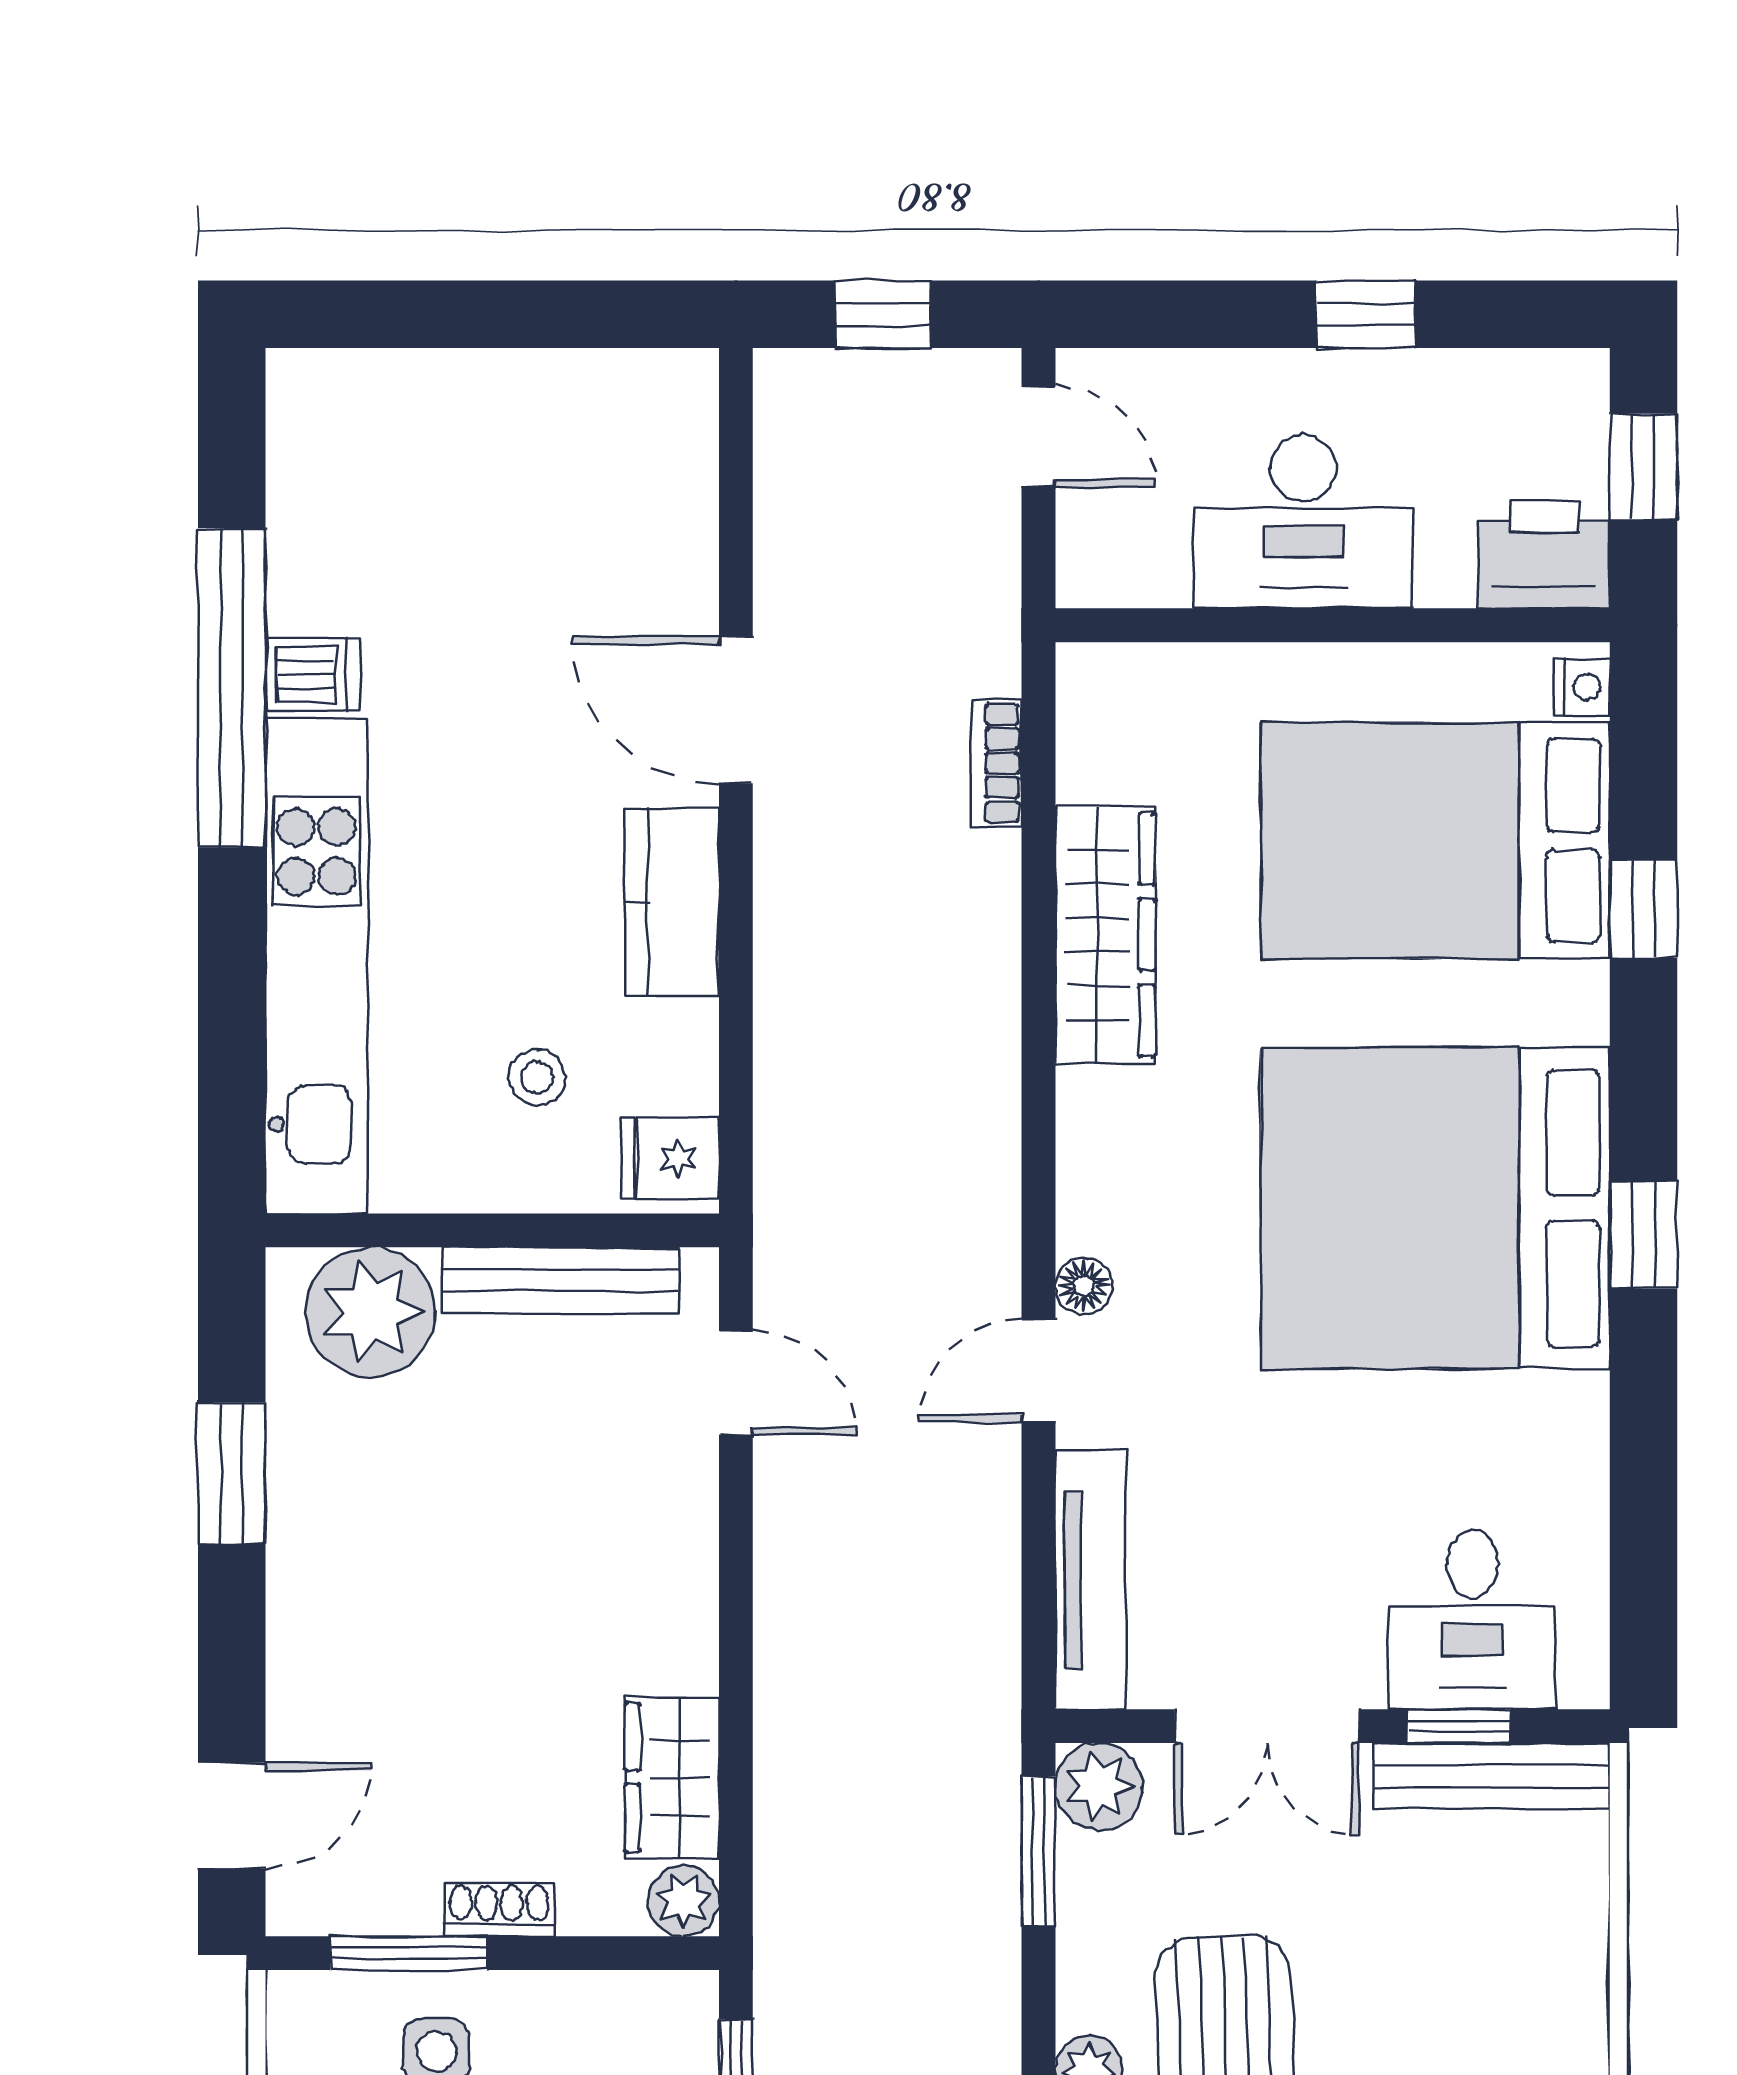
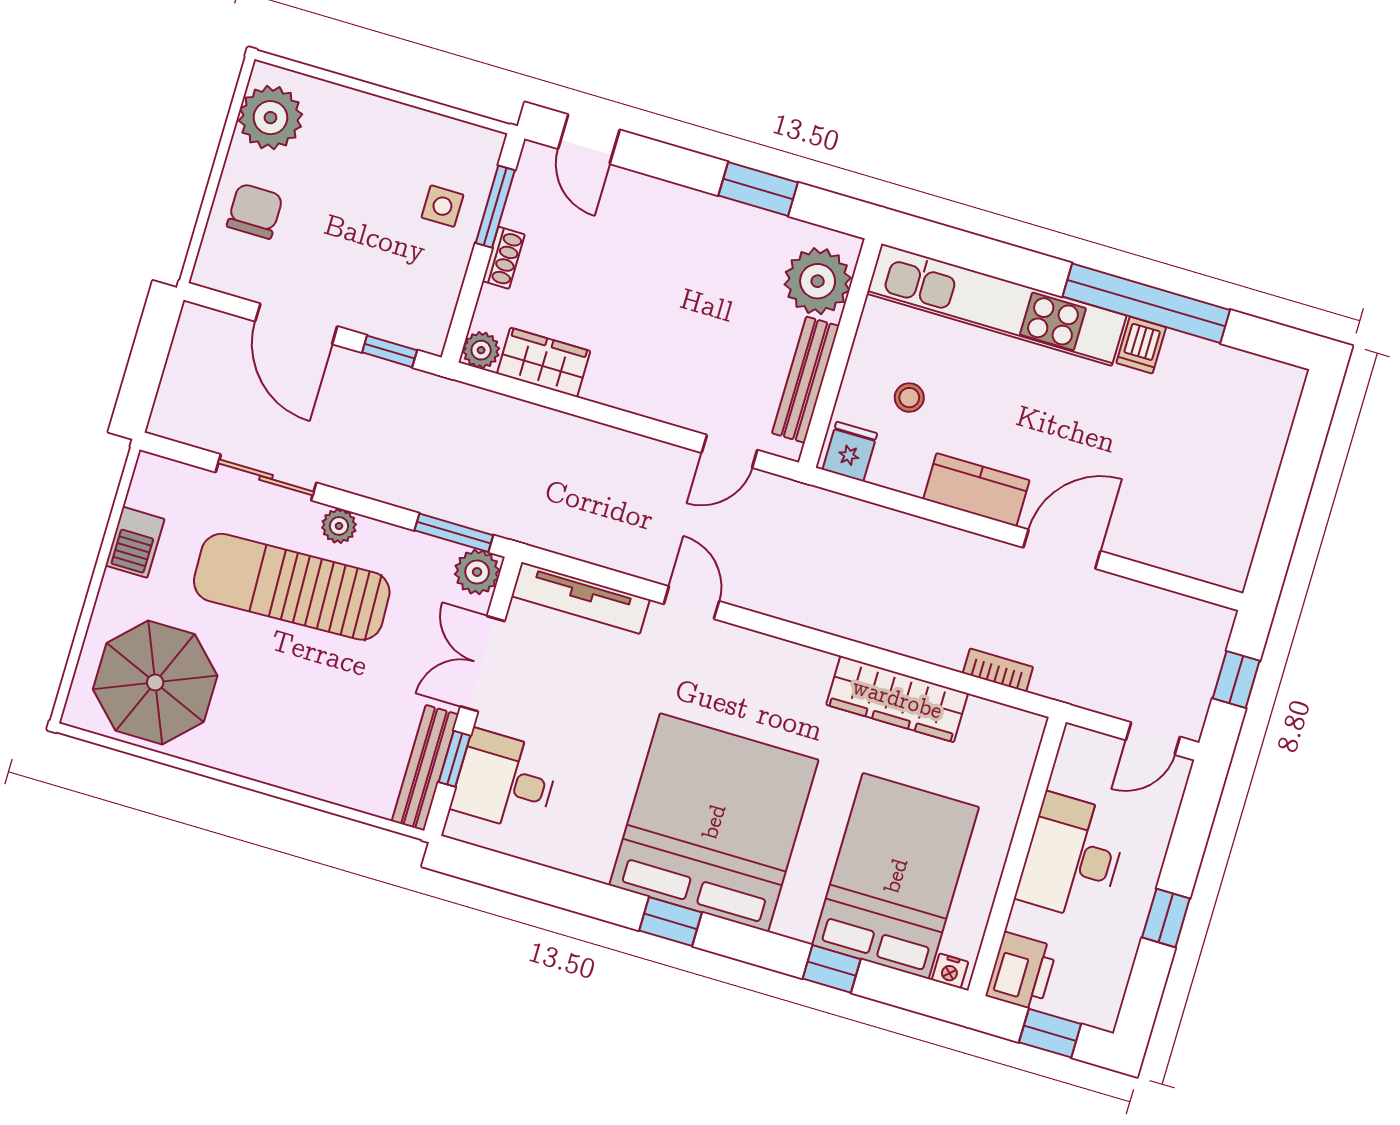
floor lamp: (1084, 1286) -> (727, 637), removed

